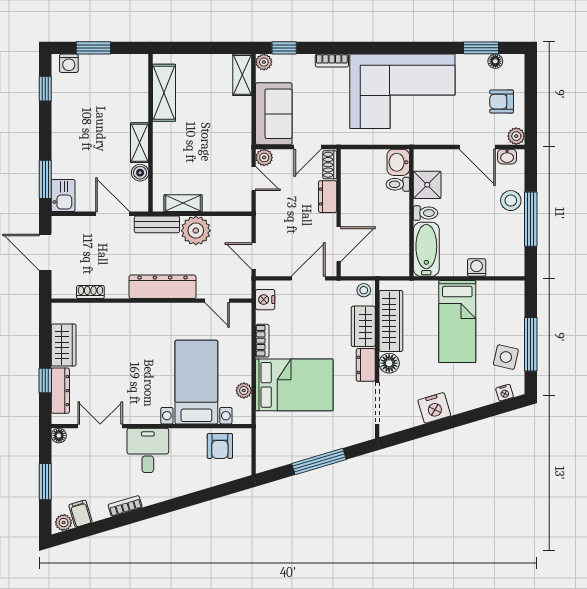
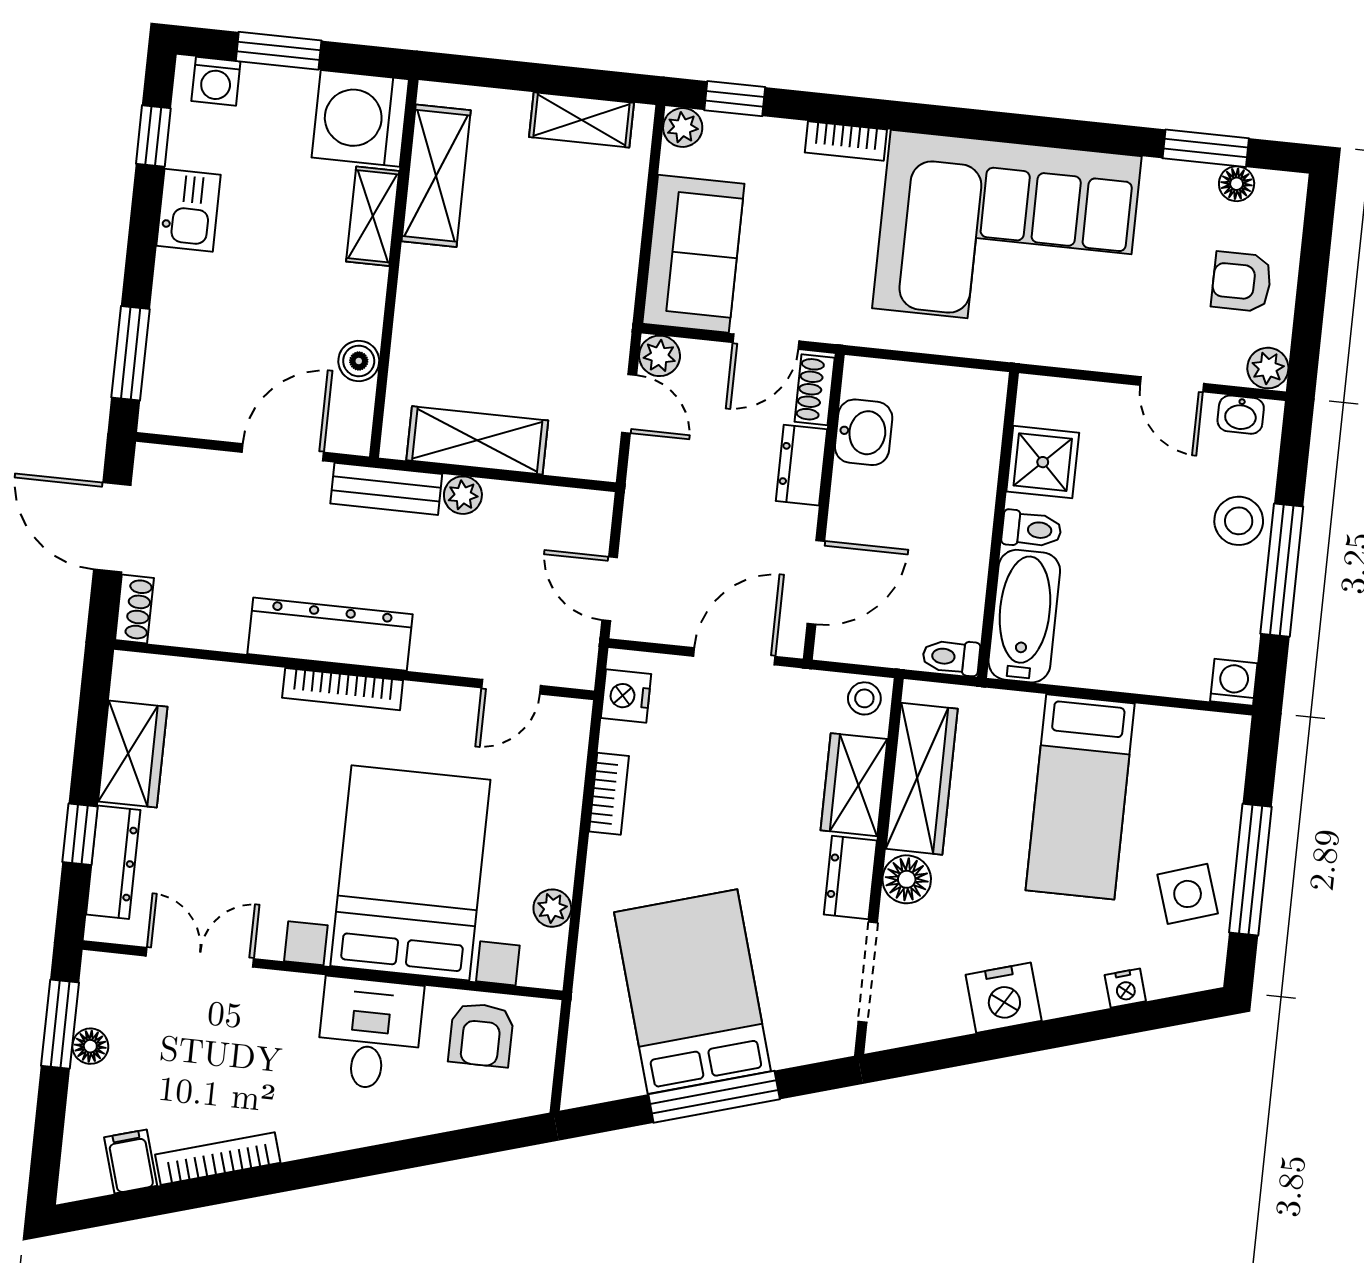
washing machine: (130, 72) -> (360, 118), added
shelving: (242, 75) -> (581, 120), moved, turned 90
shelving: (140, 143) -> (373, 216), moved
door: (477, 147) -> (1172, 384), width x0.73
washbasin: (398, 162) -> (864, 432), moved, turned 180
toilet: (398, 184) -> (951, 657), moved
kitchen sink: (63, 196) -> (189, 210), moved
shelving: (183, 203) -> (477, 440), width x1.50, depth x1.33
door: (113, 214) -> (283, 452), hinge flipped
plant: (196, 231) -> (463, 495), width x0.53, depth x0.53
washing machine: (477, 268) -> (1234, 682), moved
dresser: (163, 287) -> (330, 634), moved
shoe rack: (90, 292) -> (134, 609), moved, turned 90
door: (217, 301) -> (511, 687), hinge flipped
bookcase: (148, 309) -> (343, 689), added
side table: (506, 357) -> (1188, 894), turned -31
bed with nightstands: (196, 382) -> (410, 873), width x1.36
bed: (294, 385) -> (692, 992), moved, turned -107
nightstand: (505, 393) -> (1125, 988), moved
floor lamp: (59, 436) -> (90, 1046), moved
desk: (148, 450) -> (370, 1034), moved
window: (45, 482) -> (60, 1024), moved
bookcase: (125, 506) -> (218, 1159), width x1.56
plant: (64, 523) -> (88, 1179), removed

